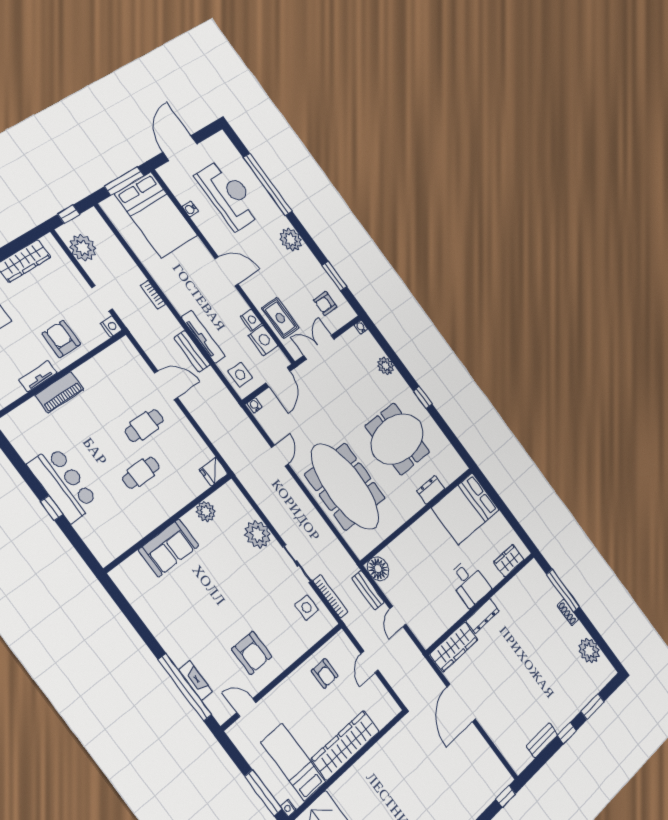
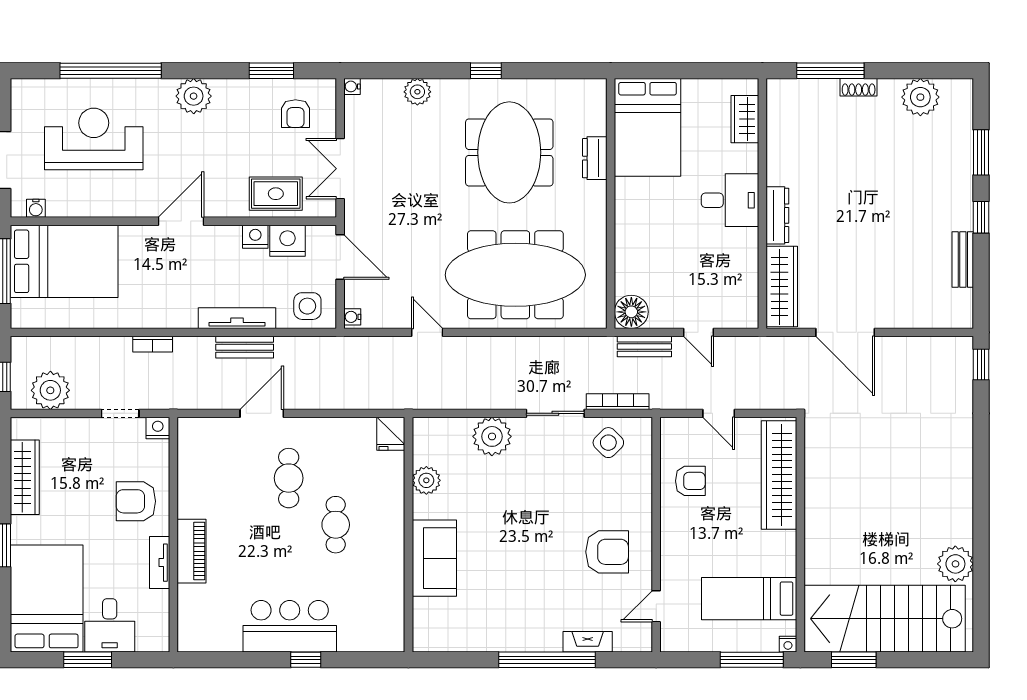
water cooler: (190, 209) -> (36, 208), moved
side table: (307, 608) -> (608, 443), turned 45
window: (185, 687) -> (547, 660), moved
wardrobe: (345, 745) -> (779, 475), moved

